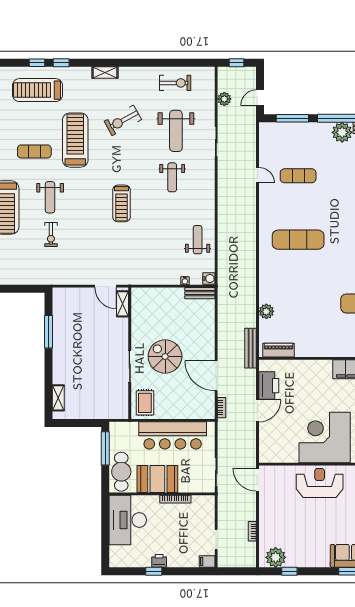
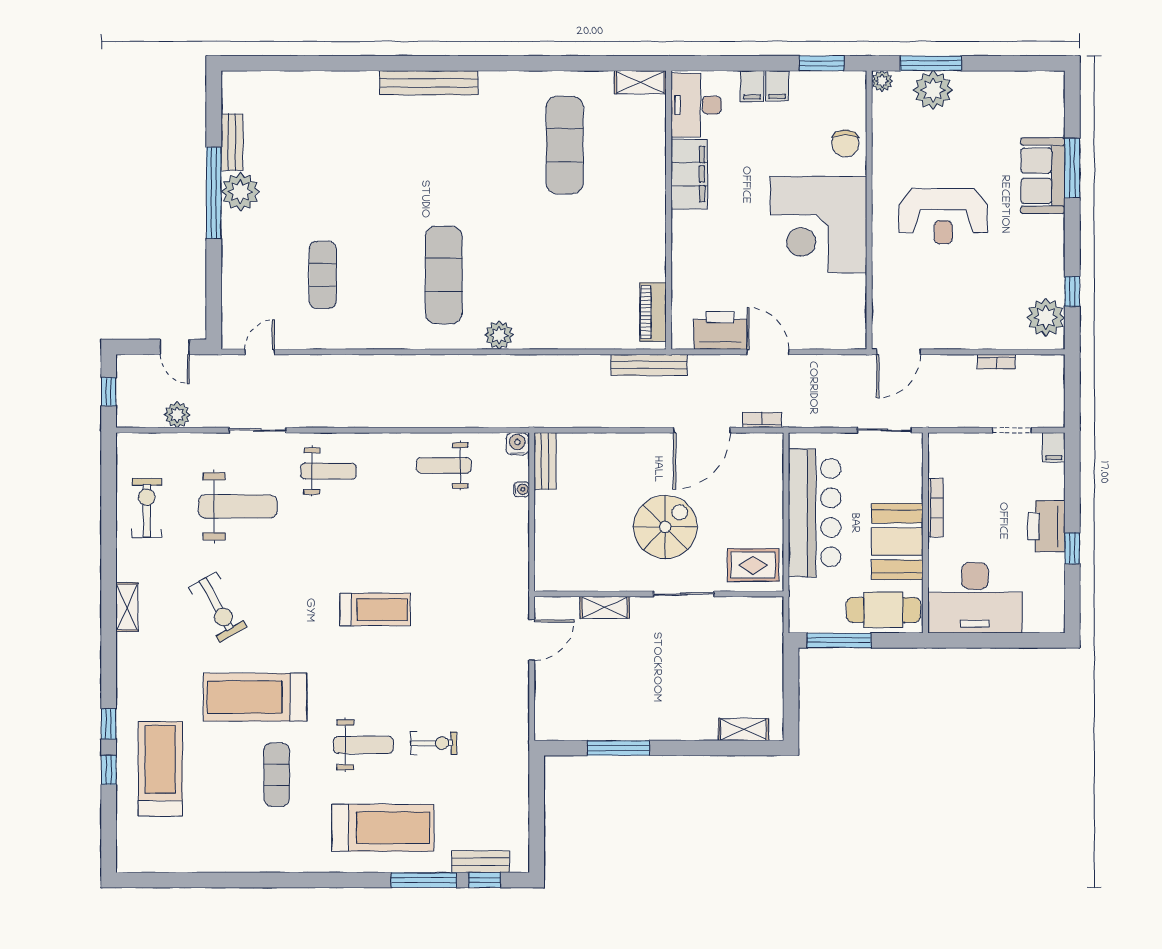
shelving: (105, 72) -> (127, 607), moved
treadmill: (37, 90) -> (160, 769), turned 180
window: (292, 118) -> (214, 286), removed
door: (257, 175) -> (260, 352), moved
weight bench: (172, 177) -> (329, 471), moved
shelving: (123, 304) -> (605, 607), moved
plant: (266, 311) -> (499, 335), moved
spiral stairs: (165, 356) -> (665, 527), turned 180
reception desk: (320, 483) -> (943, 216), moved, turned -90
printer: (159, 561) -> (1046, 526), width x1.87, depth x1.48

